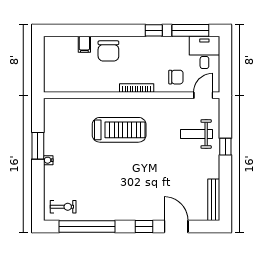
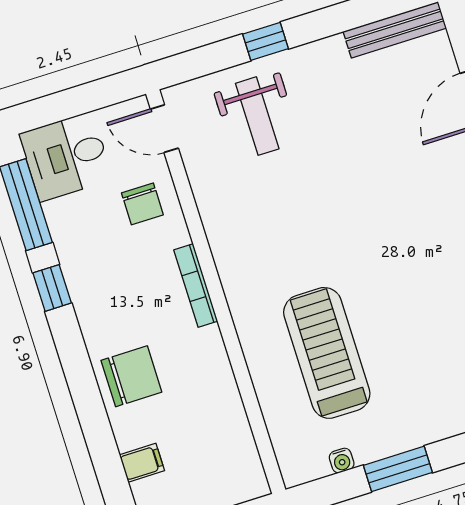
filing cabinet: (84, 44) -> (142, 463), moved
chair: (176, 77) -> (142, 204), turned 180
treadmill: (119, 130) -> (327, 353), moved
water cooler: (48, 160) -> (342, 461), moved

